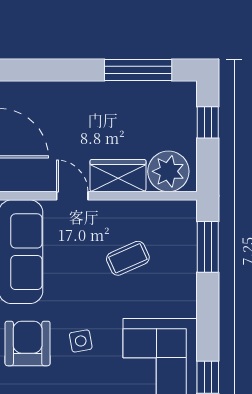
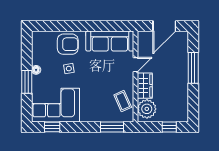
window: (138, 70) -> (193, 68), moved
coffee table: (128, 258) -> (123, 101), moved

